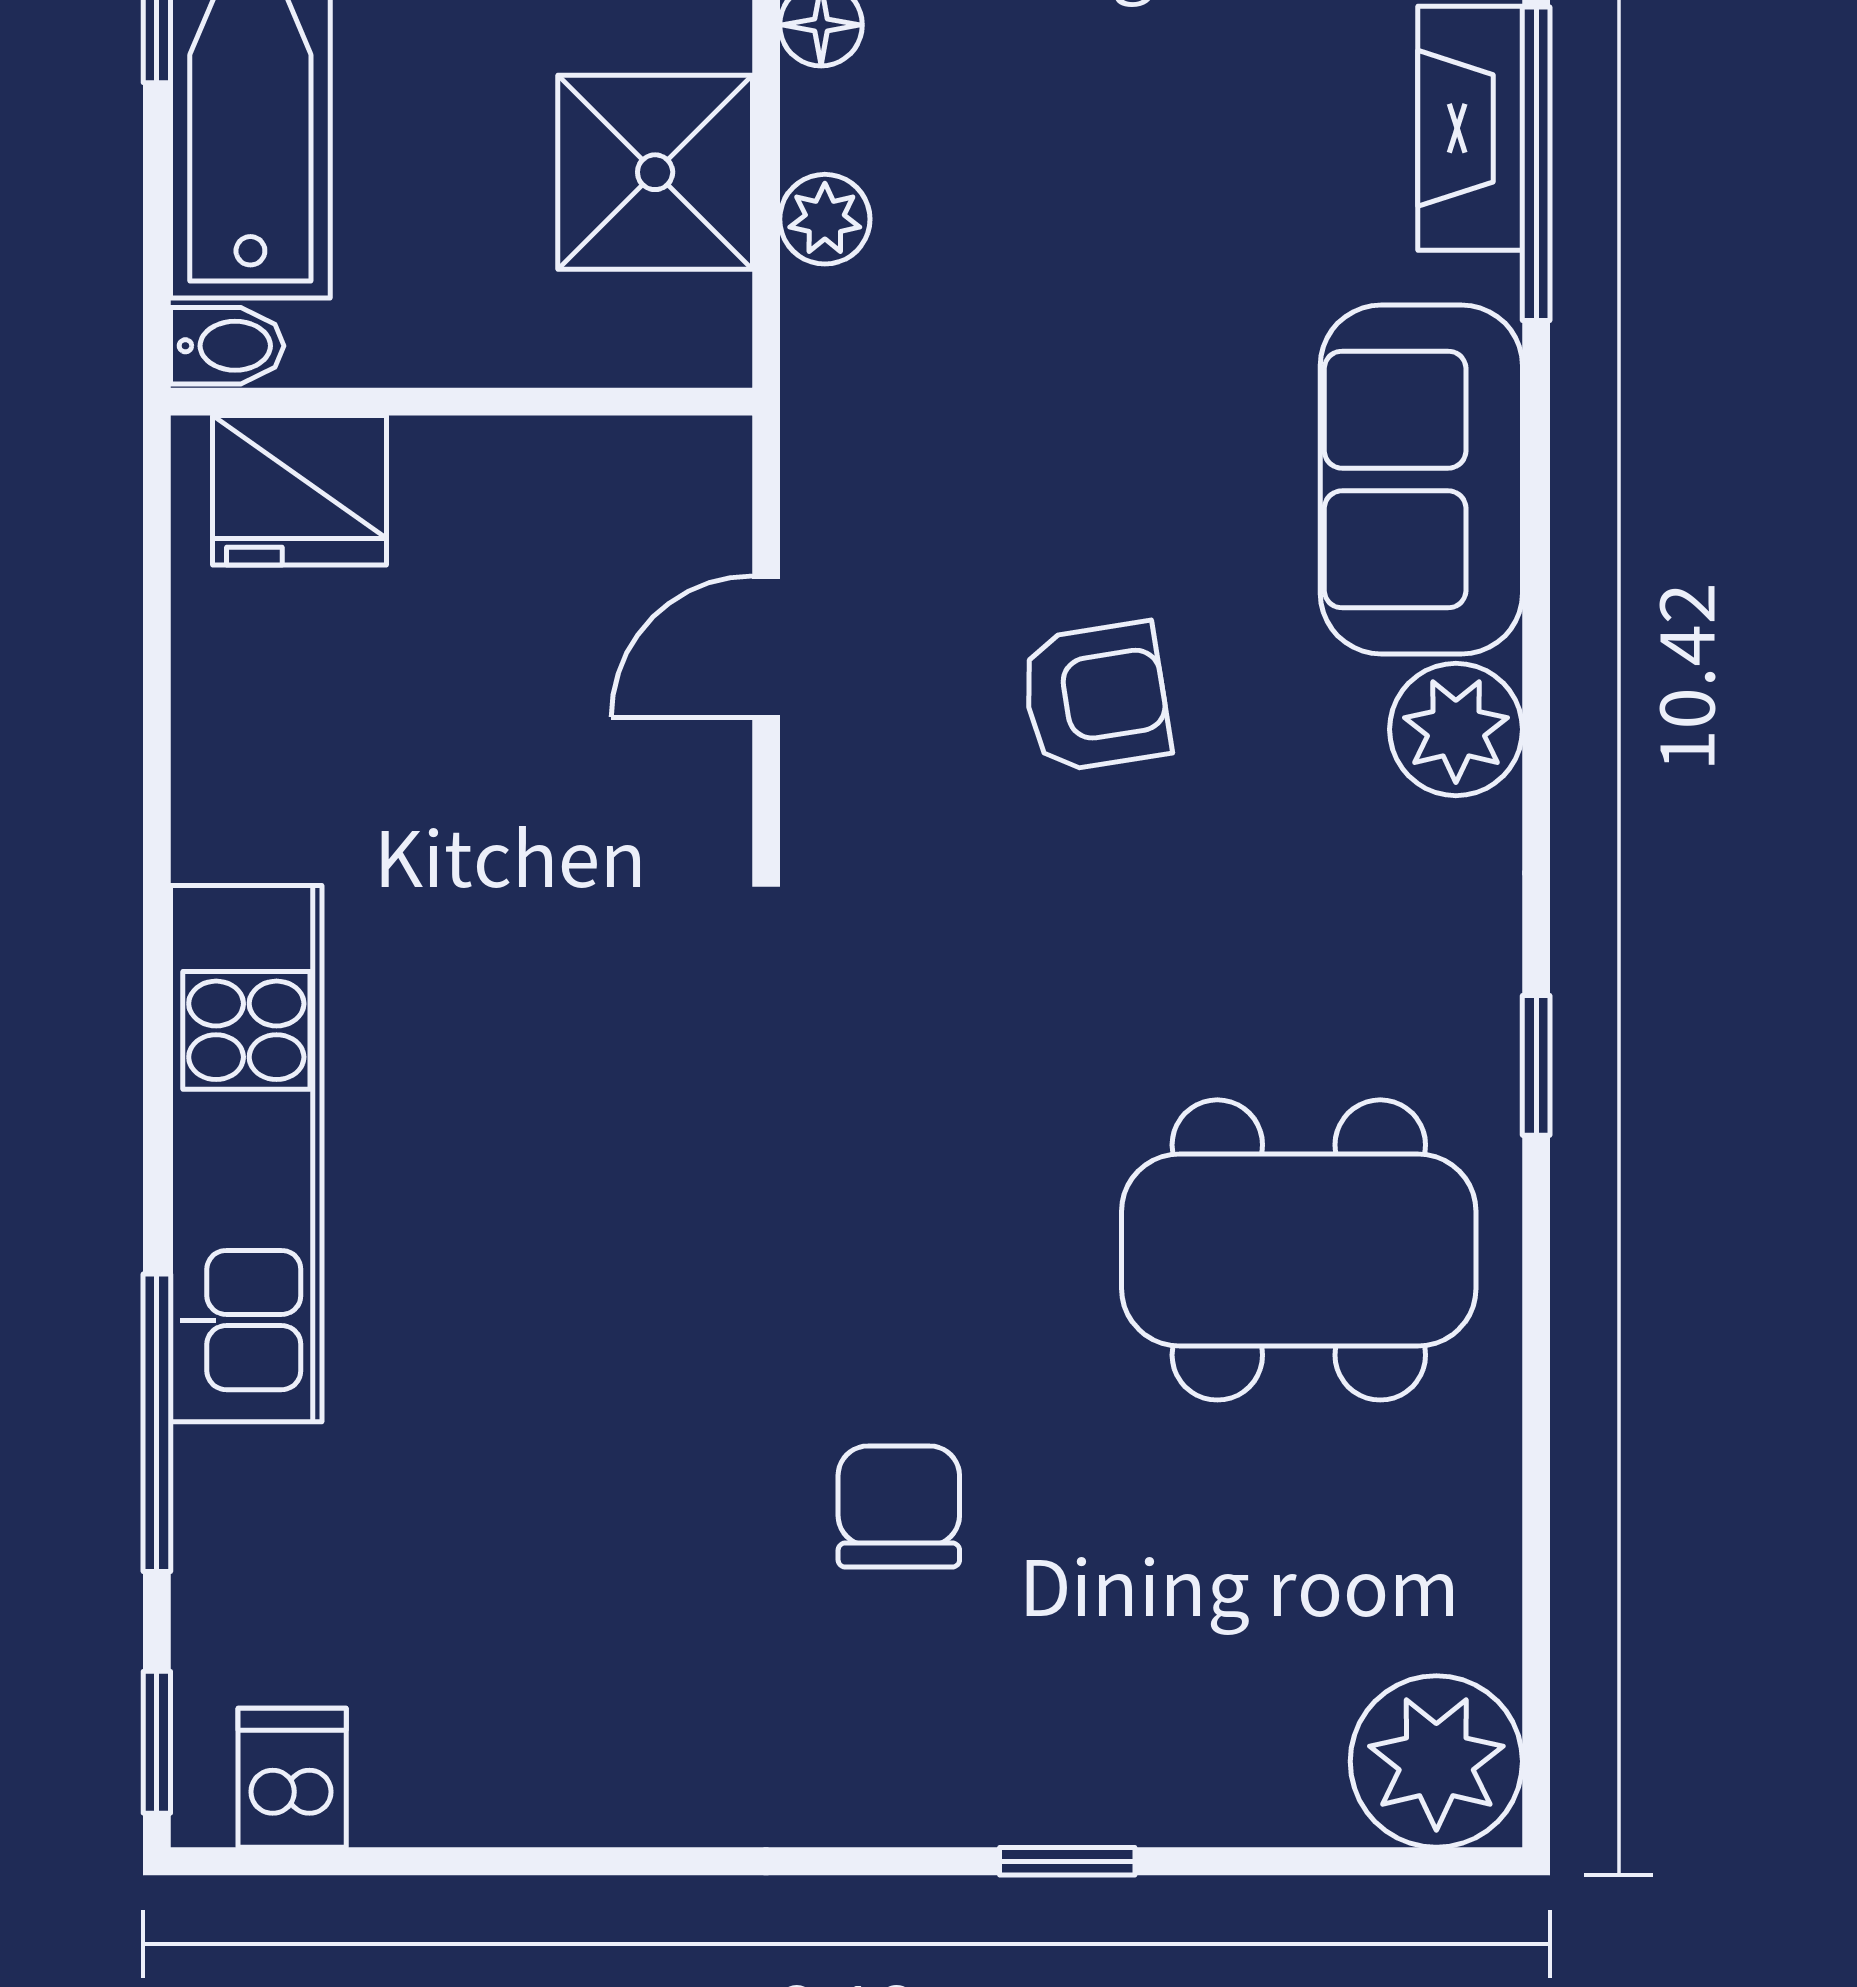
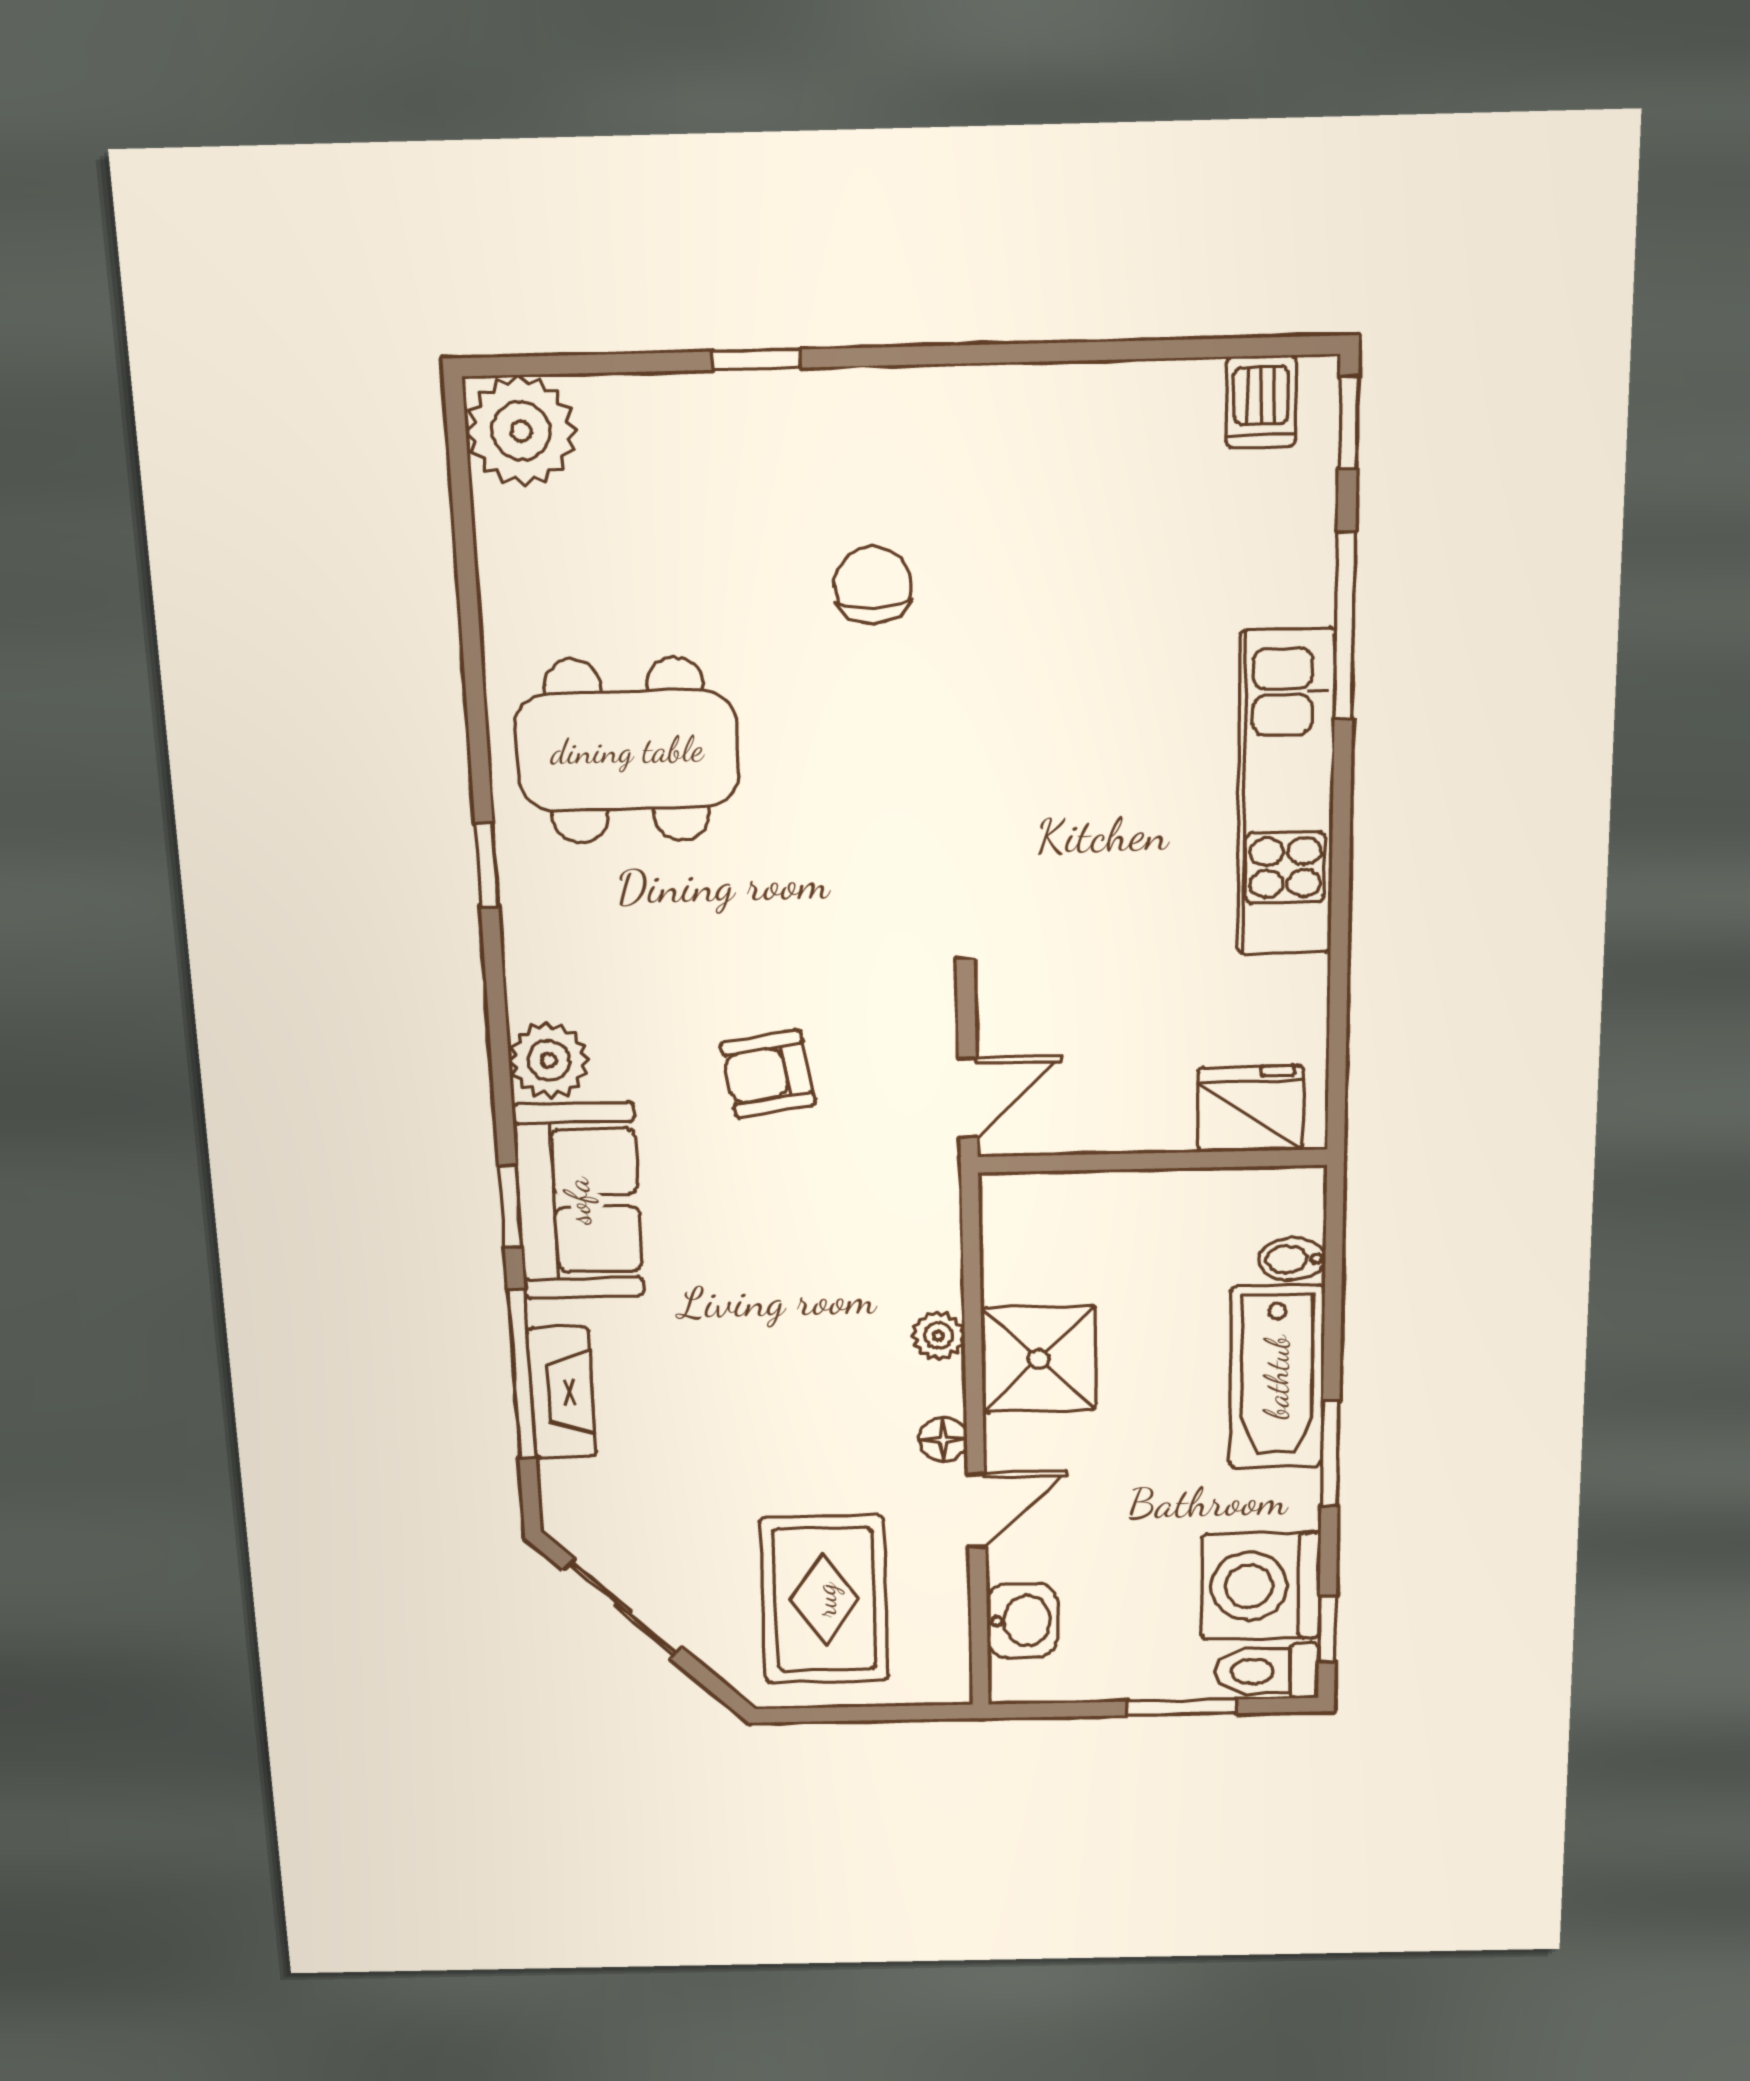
wall: (461, 402) -> (1152, 1161), moved
window: (1536, 472) -> (510, 1207), added
fridge: (300, 490) -> (1250, 1109), moved
chair: (899, 1507) -> (873, 586), turned 180

